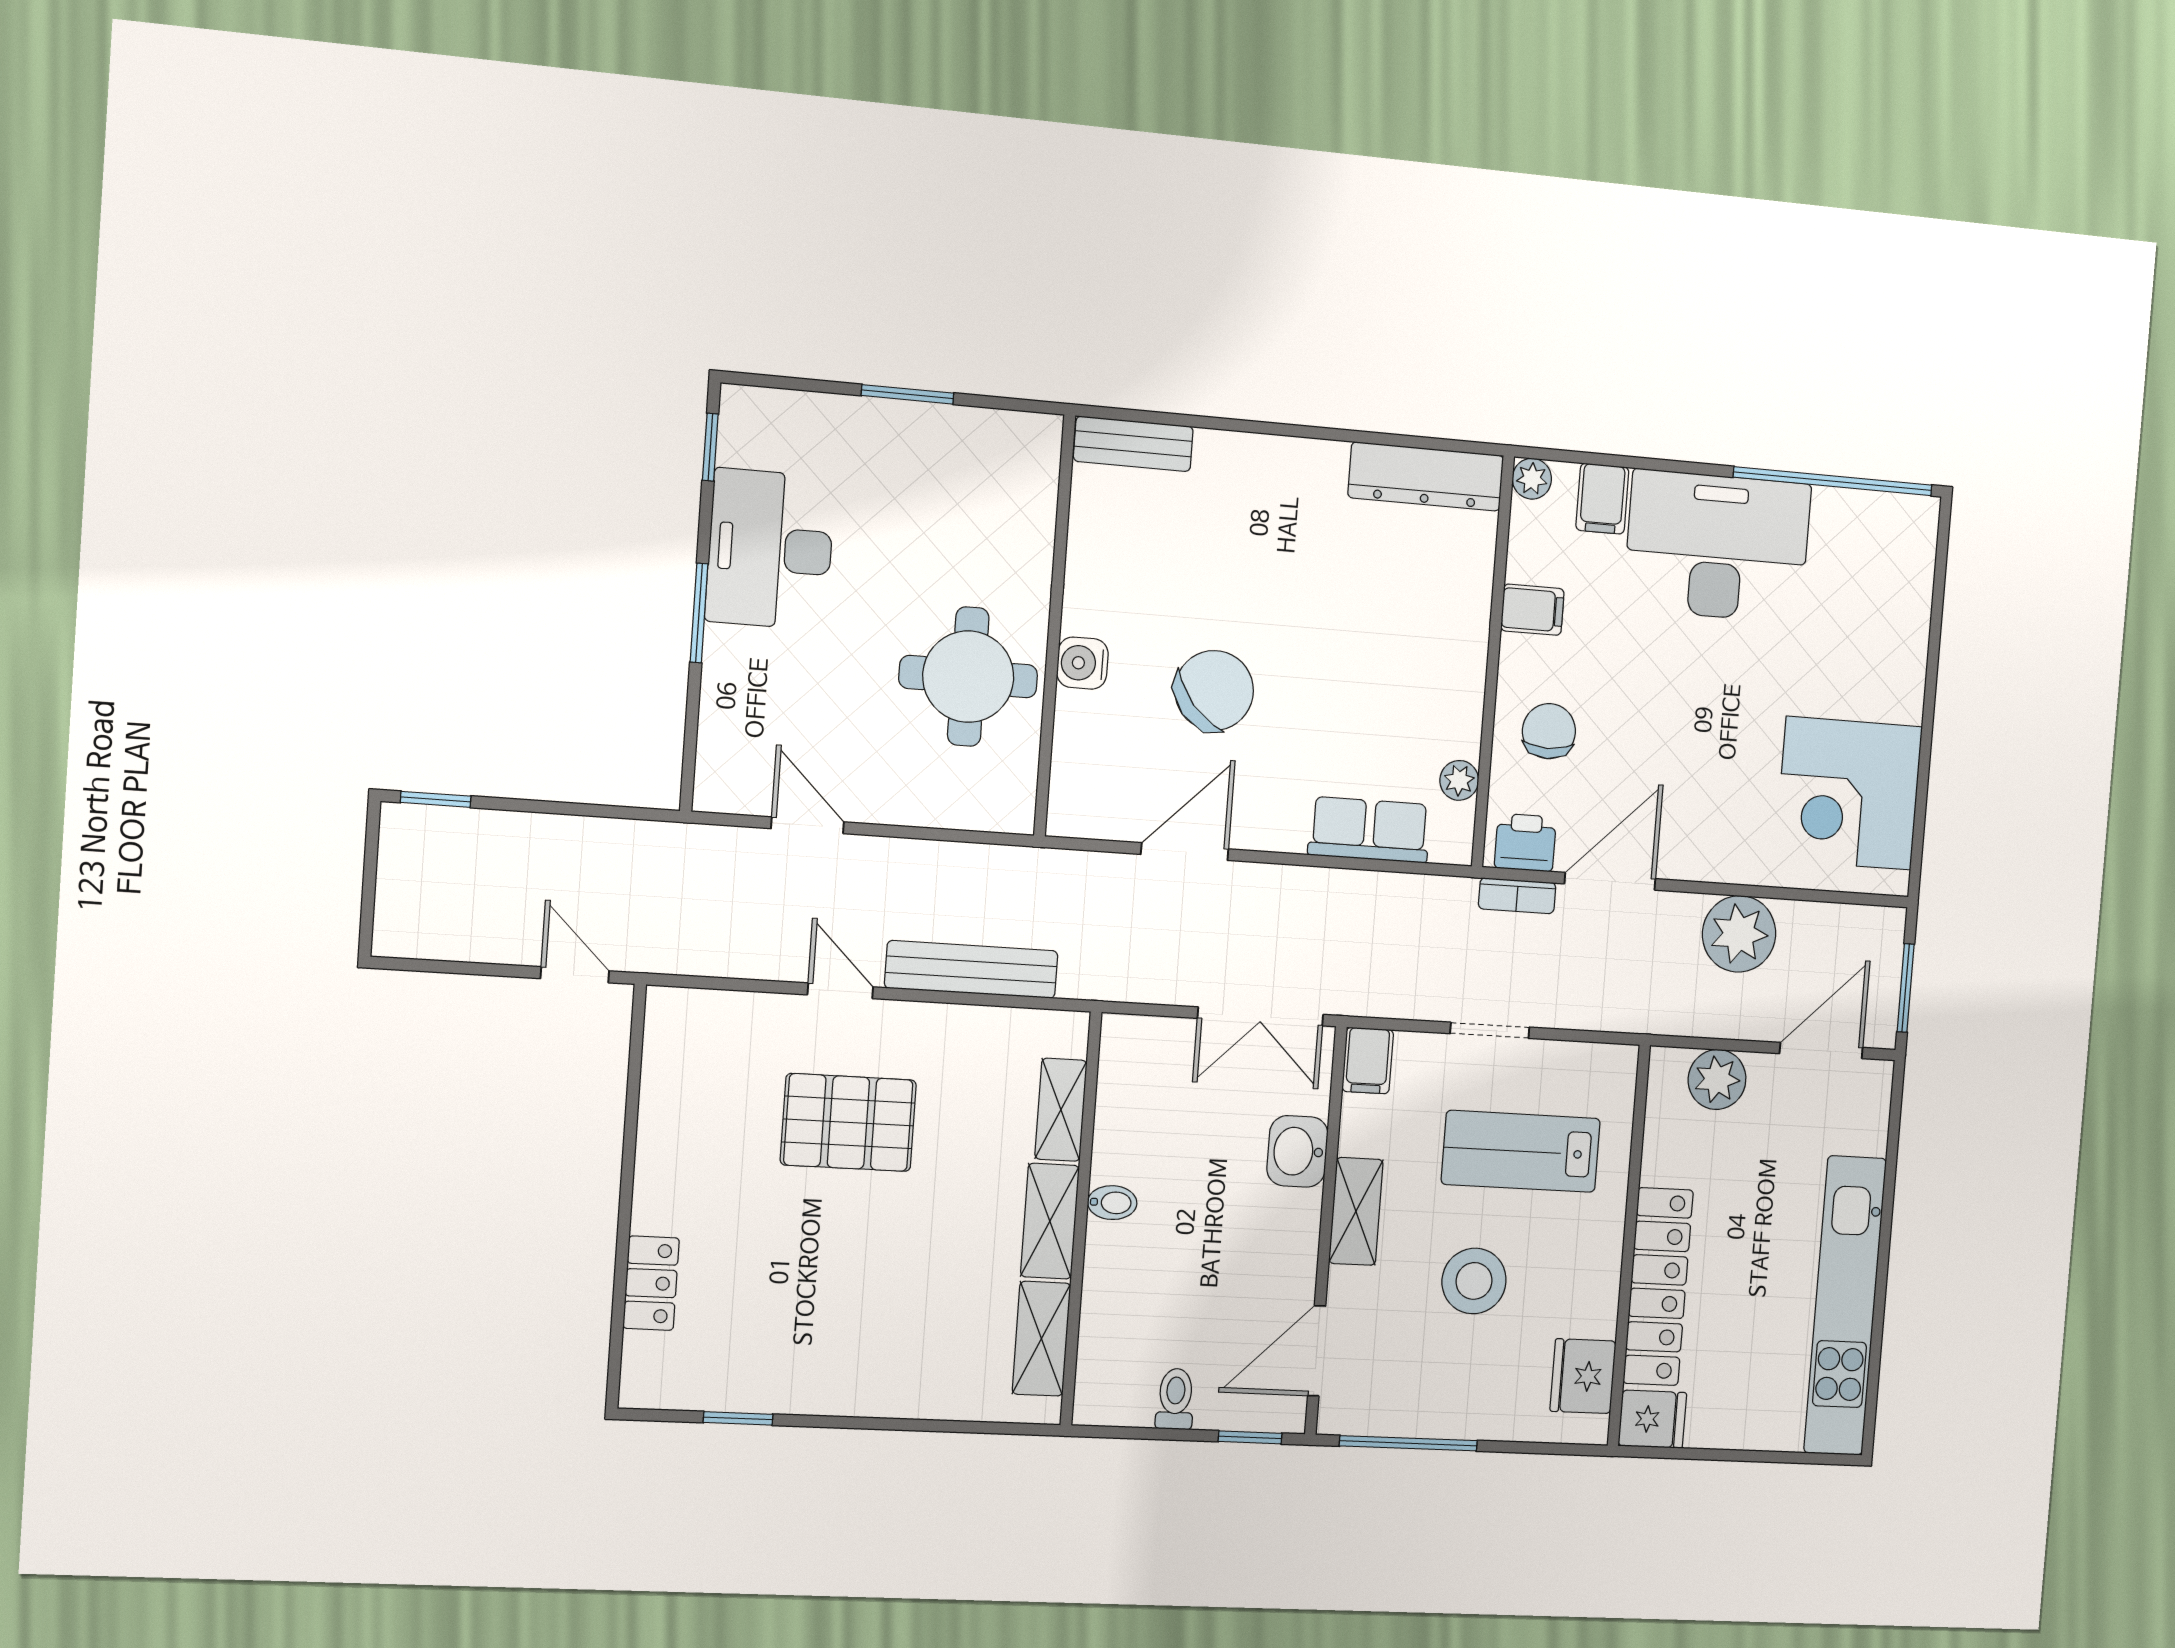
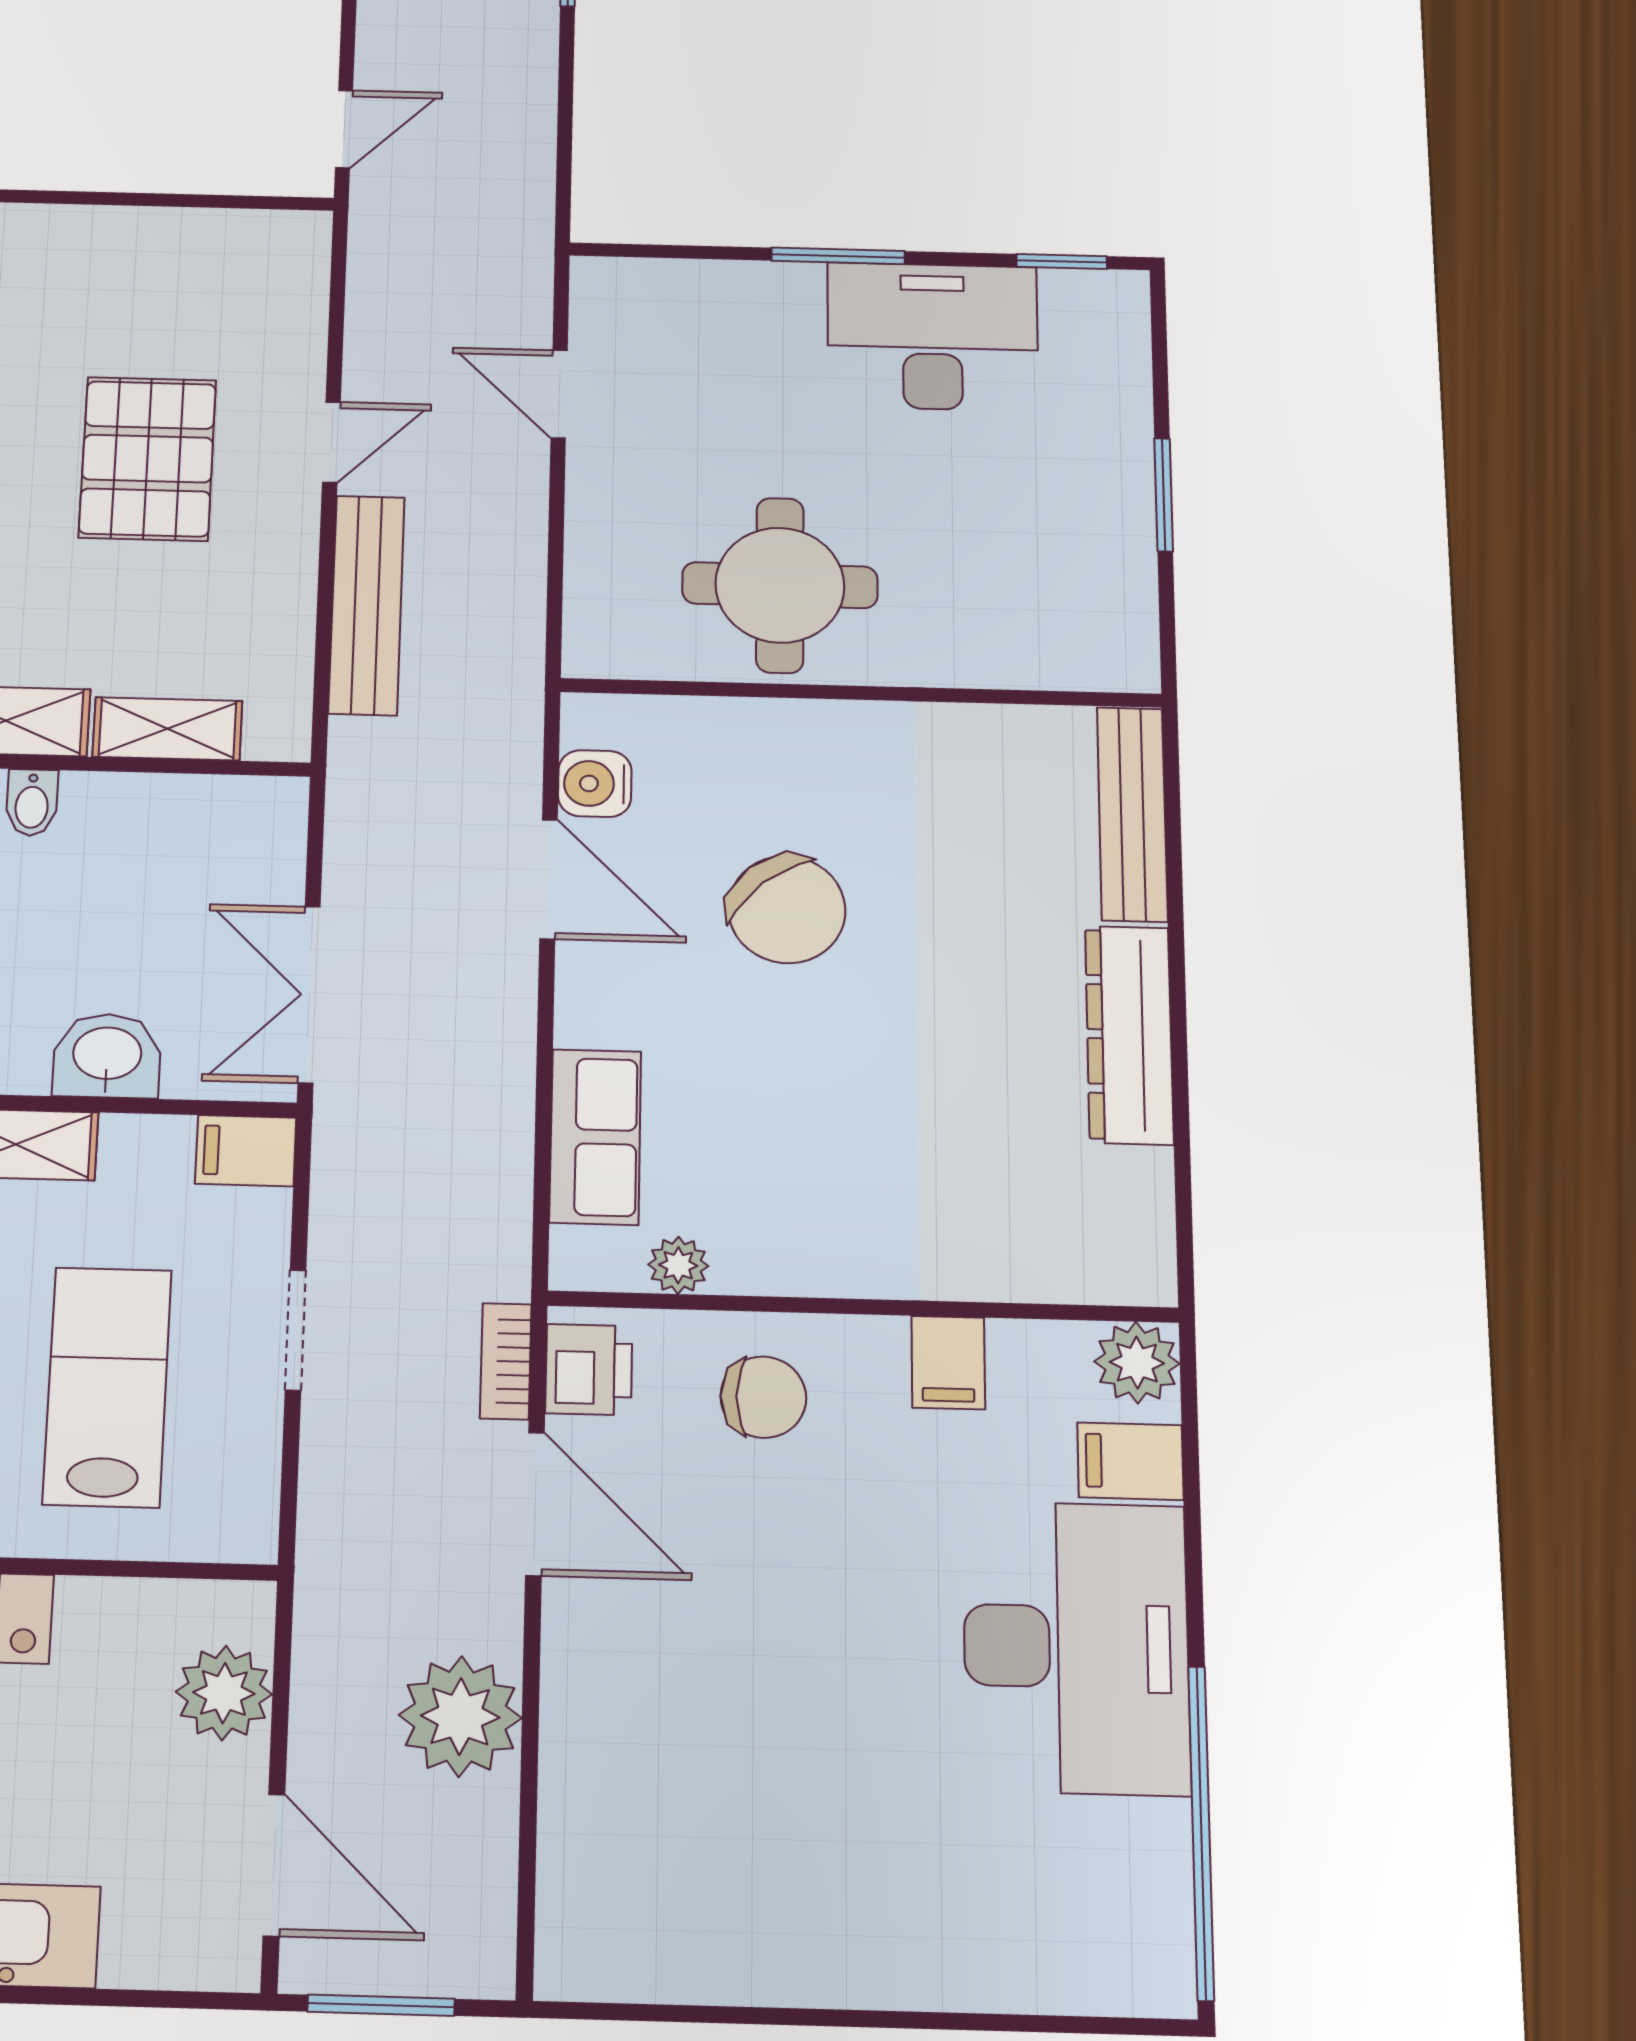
bench: (1133, 444) -> (1132, 814), width x1.36
dresser: (1426, 477) -> (1129, 1035), moved
plant: (1532, 479) -> (1137, 1363), width x1.38, depth x1.38
water cooler: (1082, 663) -> (595, 784), moved, turned -90
corner desk: (1849, 793) -> (698, 1888), removed
door: (808, 825) -> (559, 394), swing flipped

